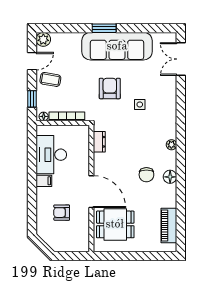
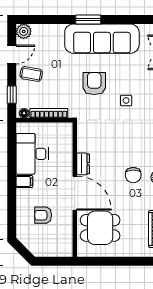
dresser: (99, 142) -> (83, 164), moved

